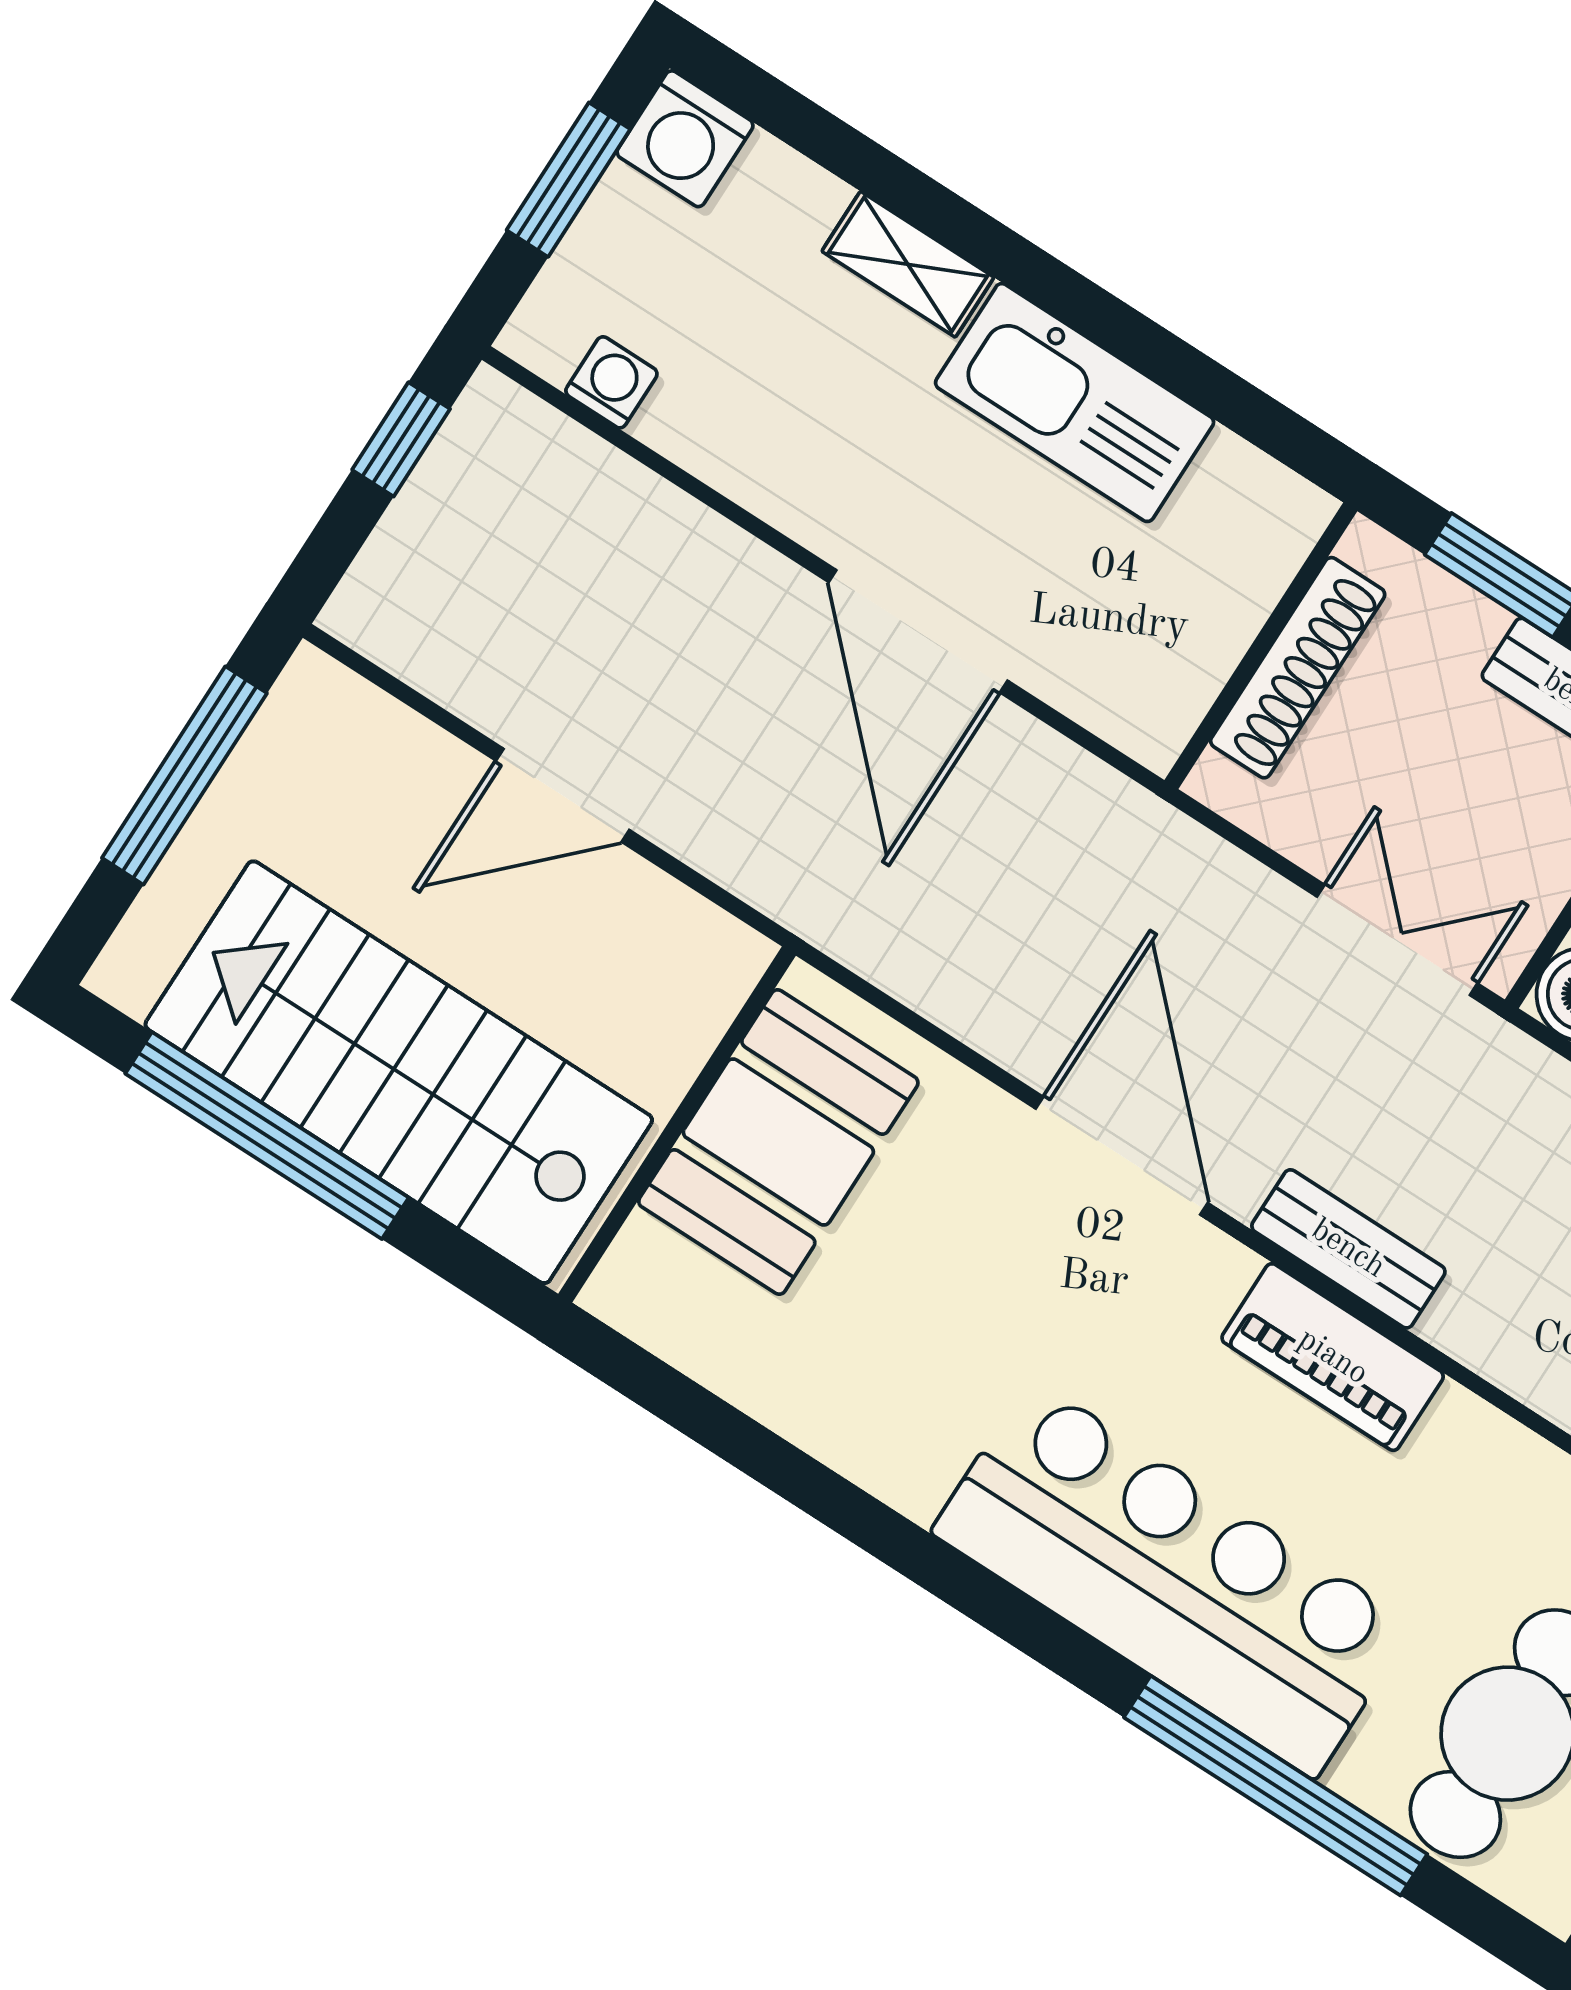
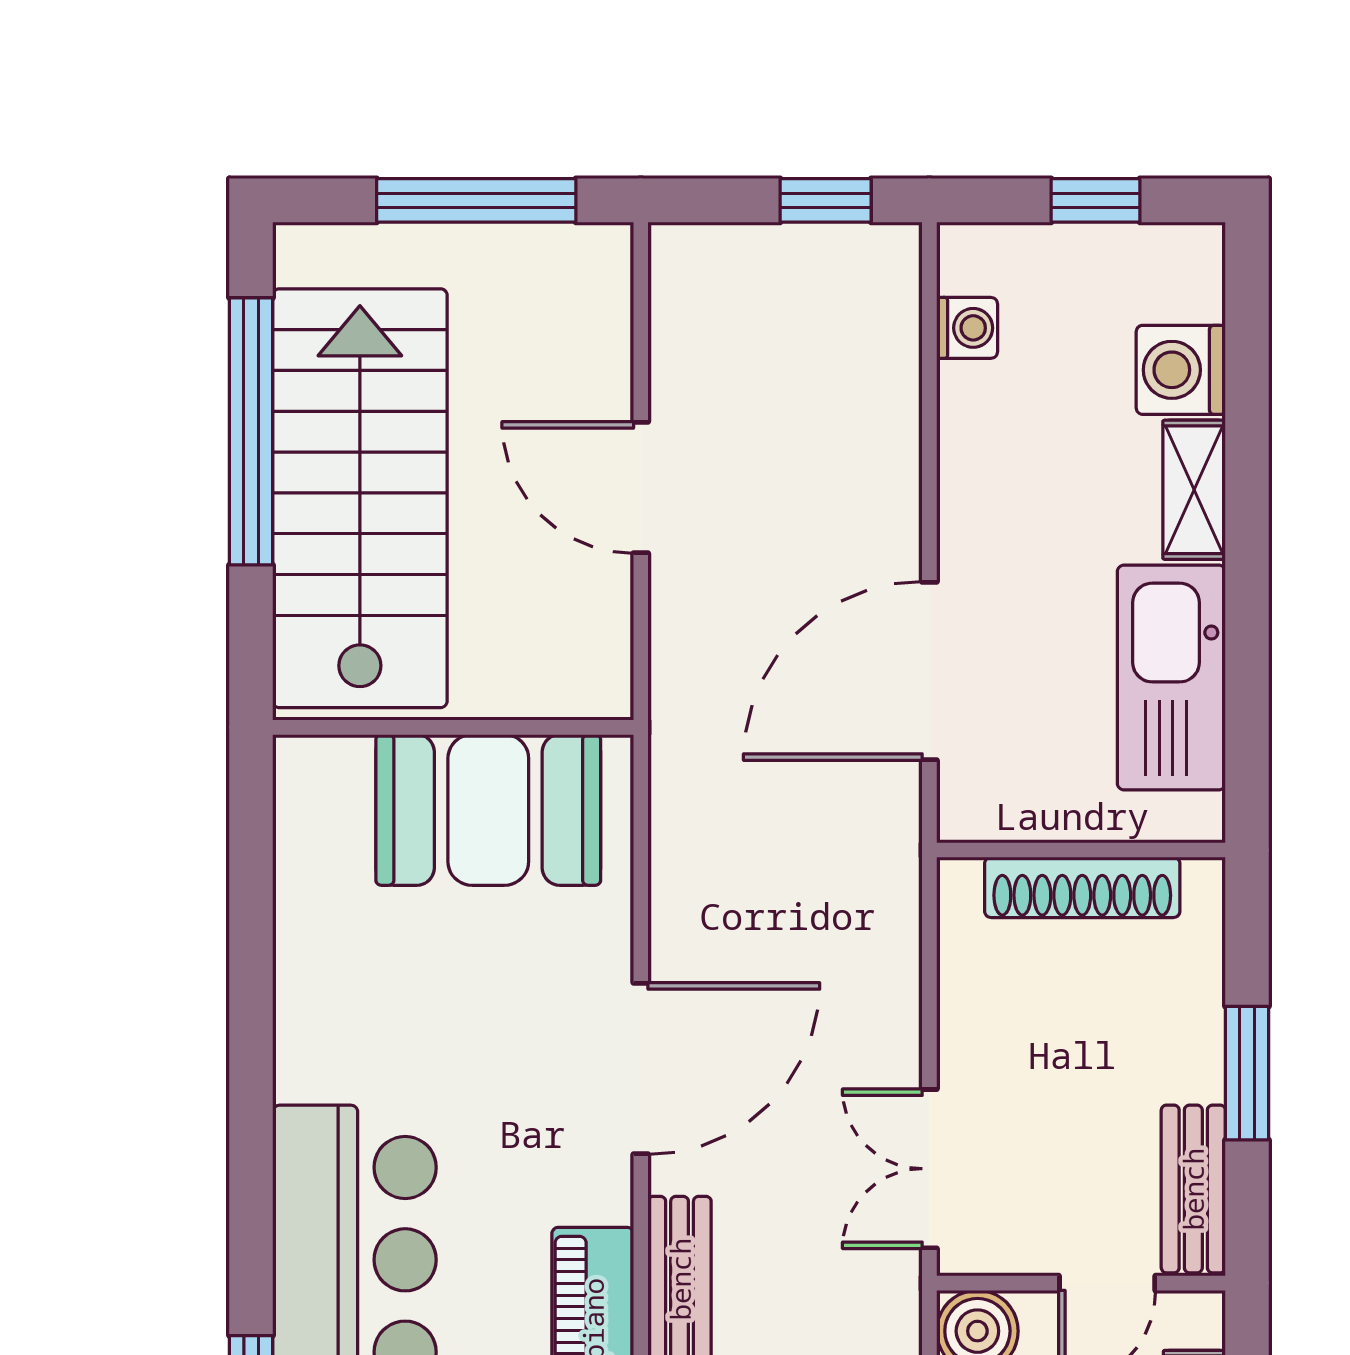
washing machine: (685, 139) -> (1181, 370), moved
window: (568, 180) -> (1096, 200), width x0.67
wall: (1261, 646) -> (1081, 850), moved
shoe rack: (1298, 668) -> (1082, 887), moved
double door: (1397, 940) -> (929, 1169), swing flipped

